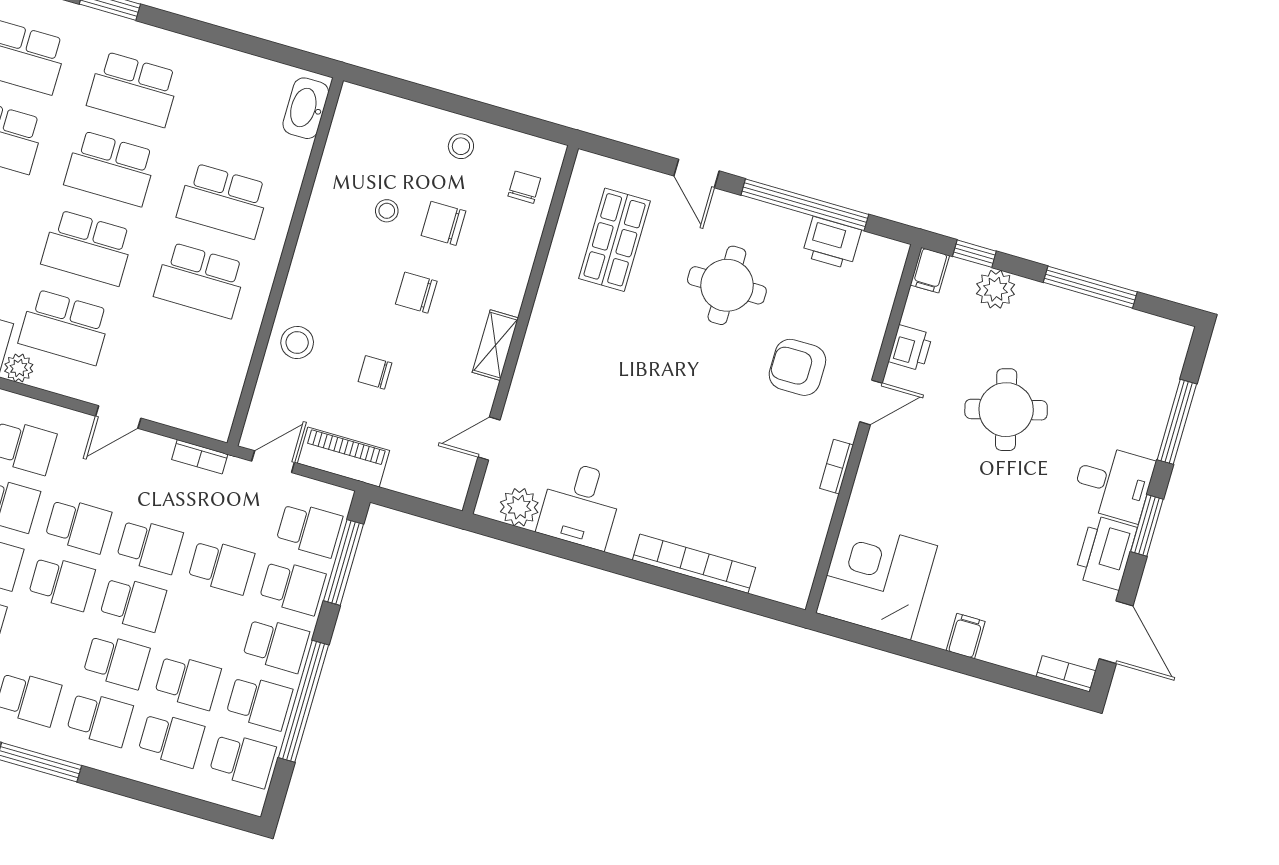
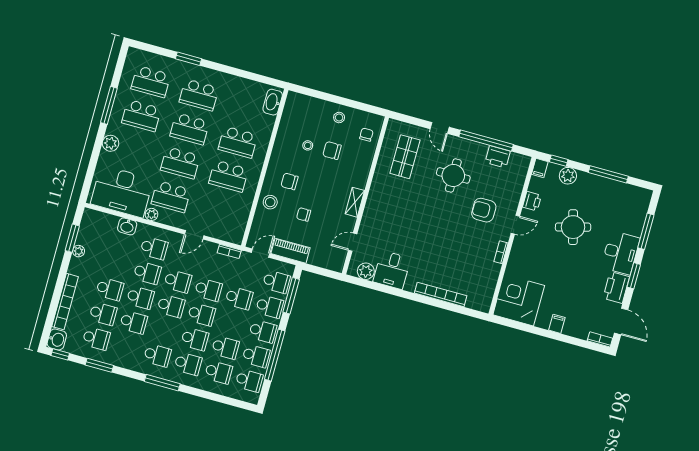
chair: (416, 293) -> (289, 181), moved
desk: (1113, 483) -> (620, 253), width x1.37

